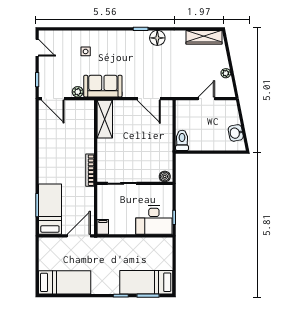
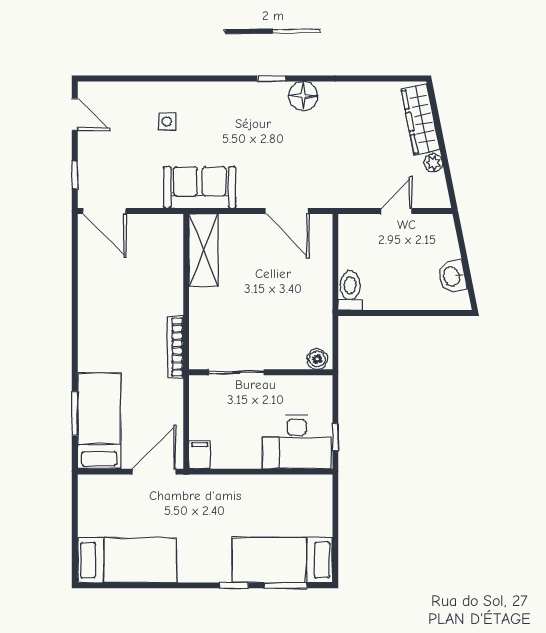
wardrobe: (204, 37) -> (421, 120), moved, turned 79
plant: (78, 92) -> (152, 198), removed

